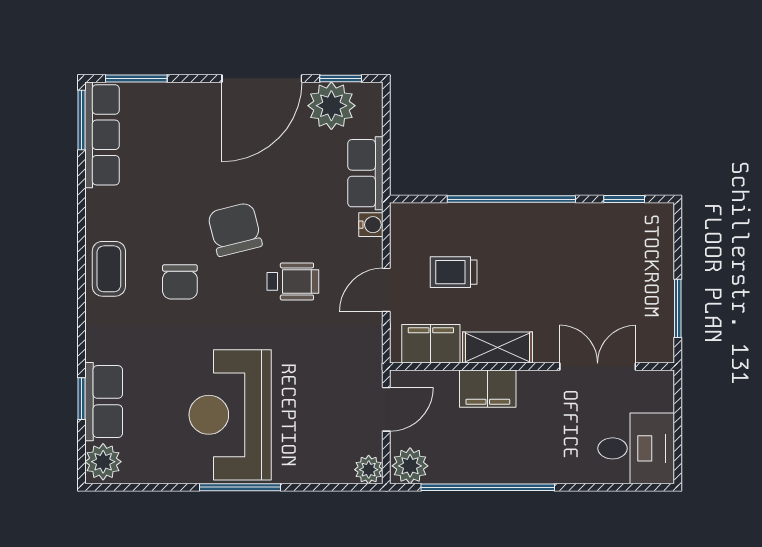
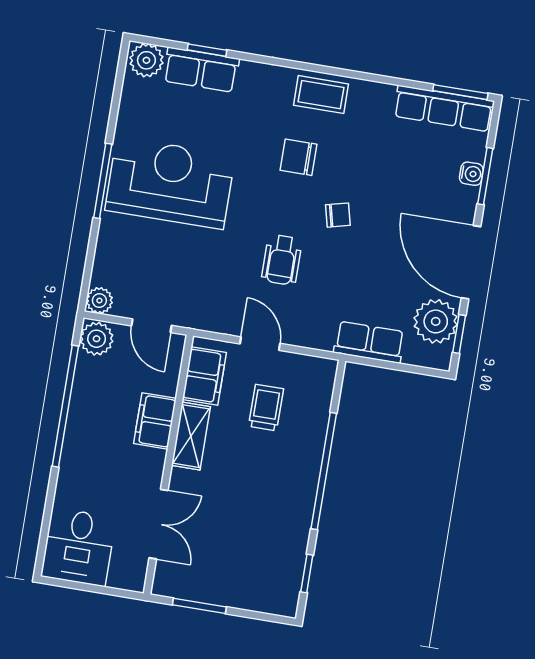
window: (136, 78) -> (485, 176), moved
water cooler: (371, 225) -> (471, 174), moved, turned -90
chair: (235, 229) -> (338, 215), width x0.54, depth x0.54

